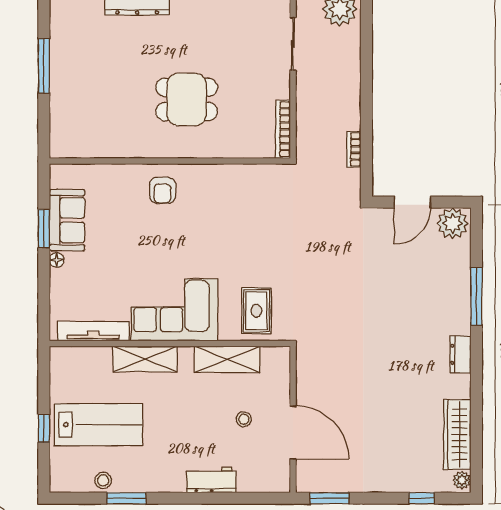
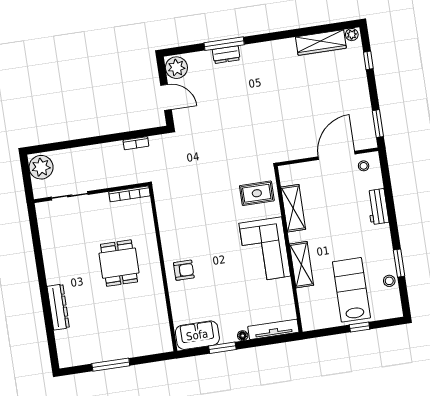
sofa: (67, 220) -> (197, 335), moved
tv unit: (93, 331) -> (273, 329), moved, turned 90
dresser: (460, 354) -> (226, 55), moved
stool: (244, 419) -> (364, 166), moved

